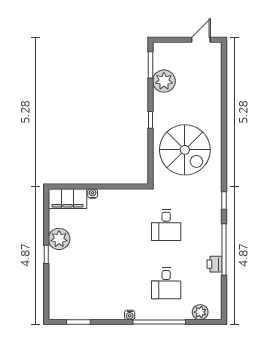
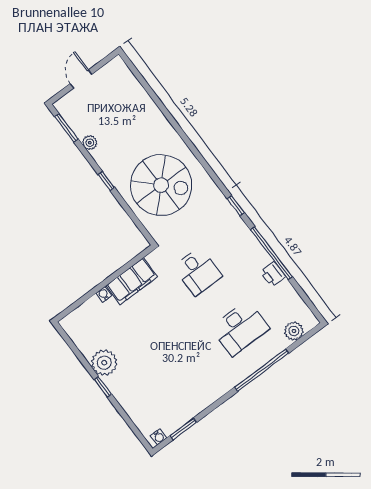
door: (201, 40) -> (81, 79), moved
plant: (164, 81) -> (90, 143), width x0.53, depth x0.53
filing cabinet: (68, 199) -> (132, 281), moved
desk: (166, 283) -> (240, 328), width x1.37
water cooler: (130, 315) -> (159, 437), moved

